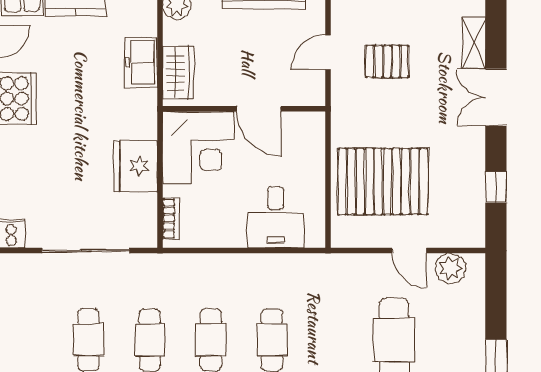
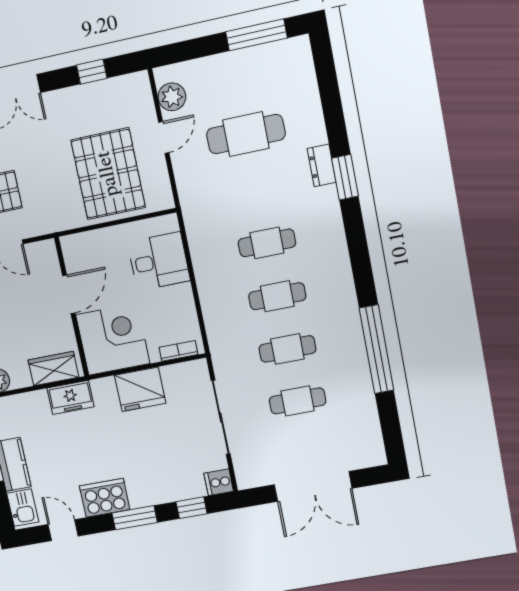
freezer: (141, 62) -> (71, 397), moved

